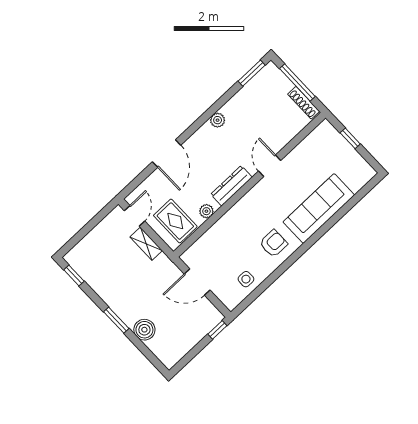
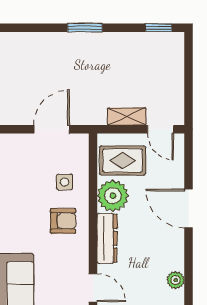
plant: (206, 211) -> (113, 196), width x1.87, depth x1.87
armchair: (273, 243) -> (63, 221), moved, turned -90
side table: (246, 279) -> (65, 182), moved
boiler: (144, 330) -> (54, 44), removed

